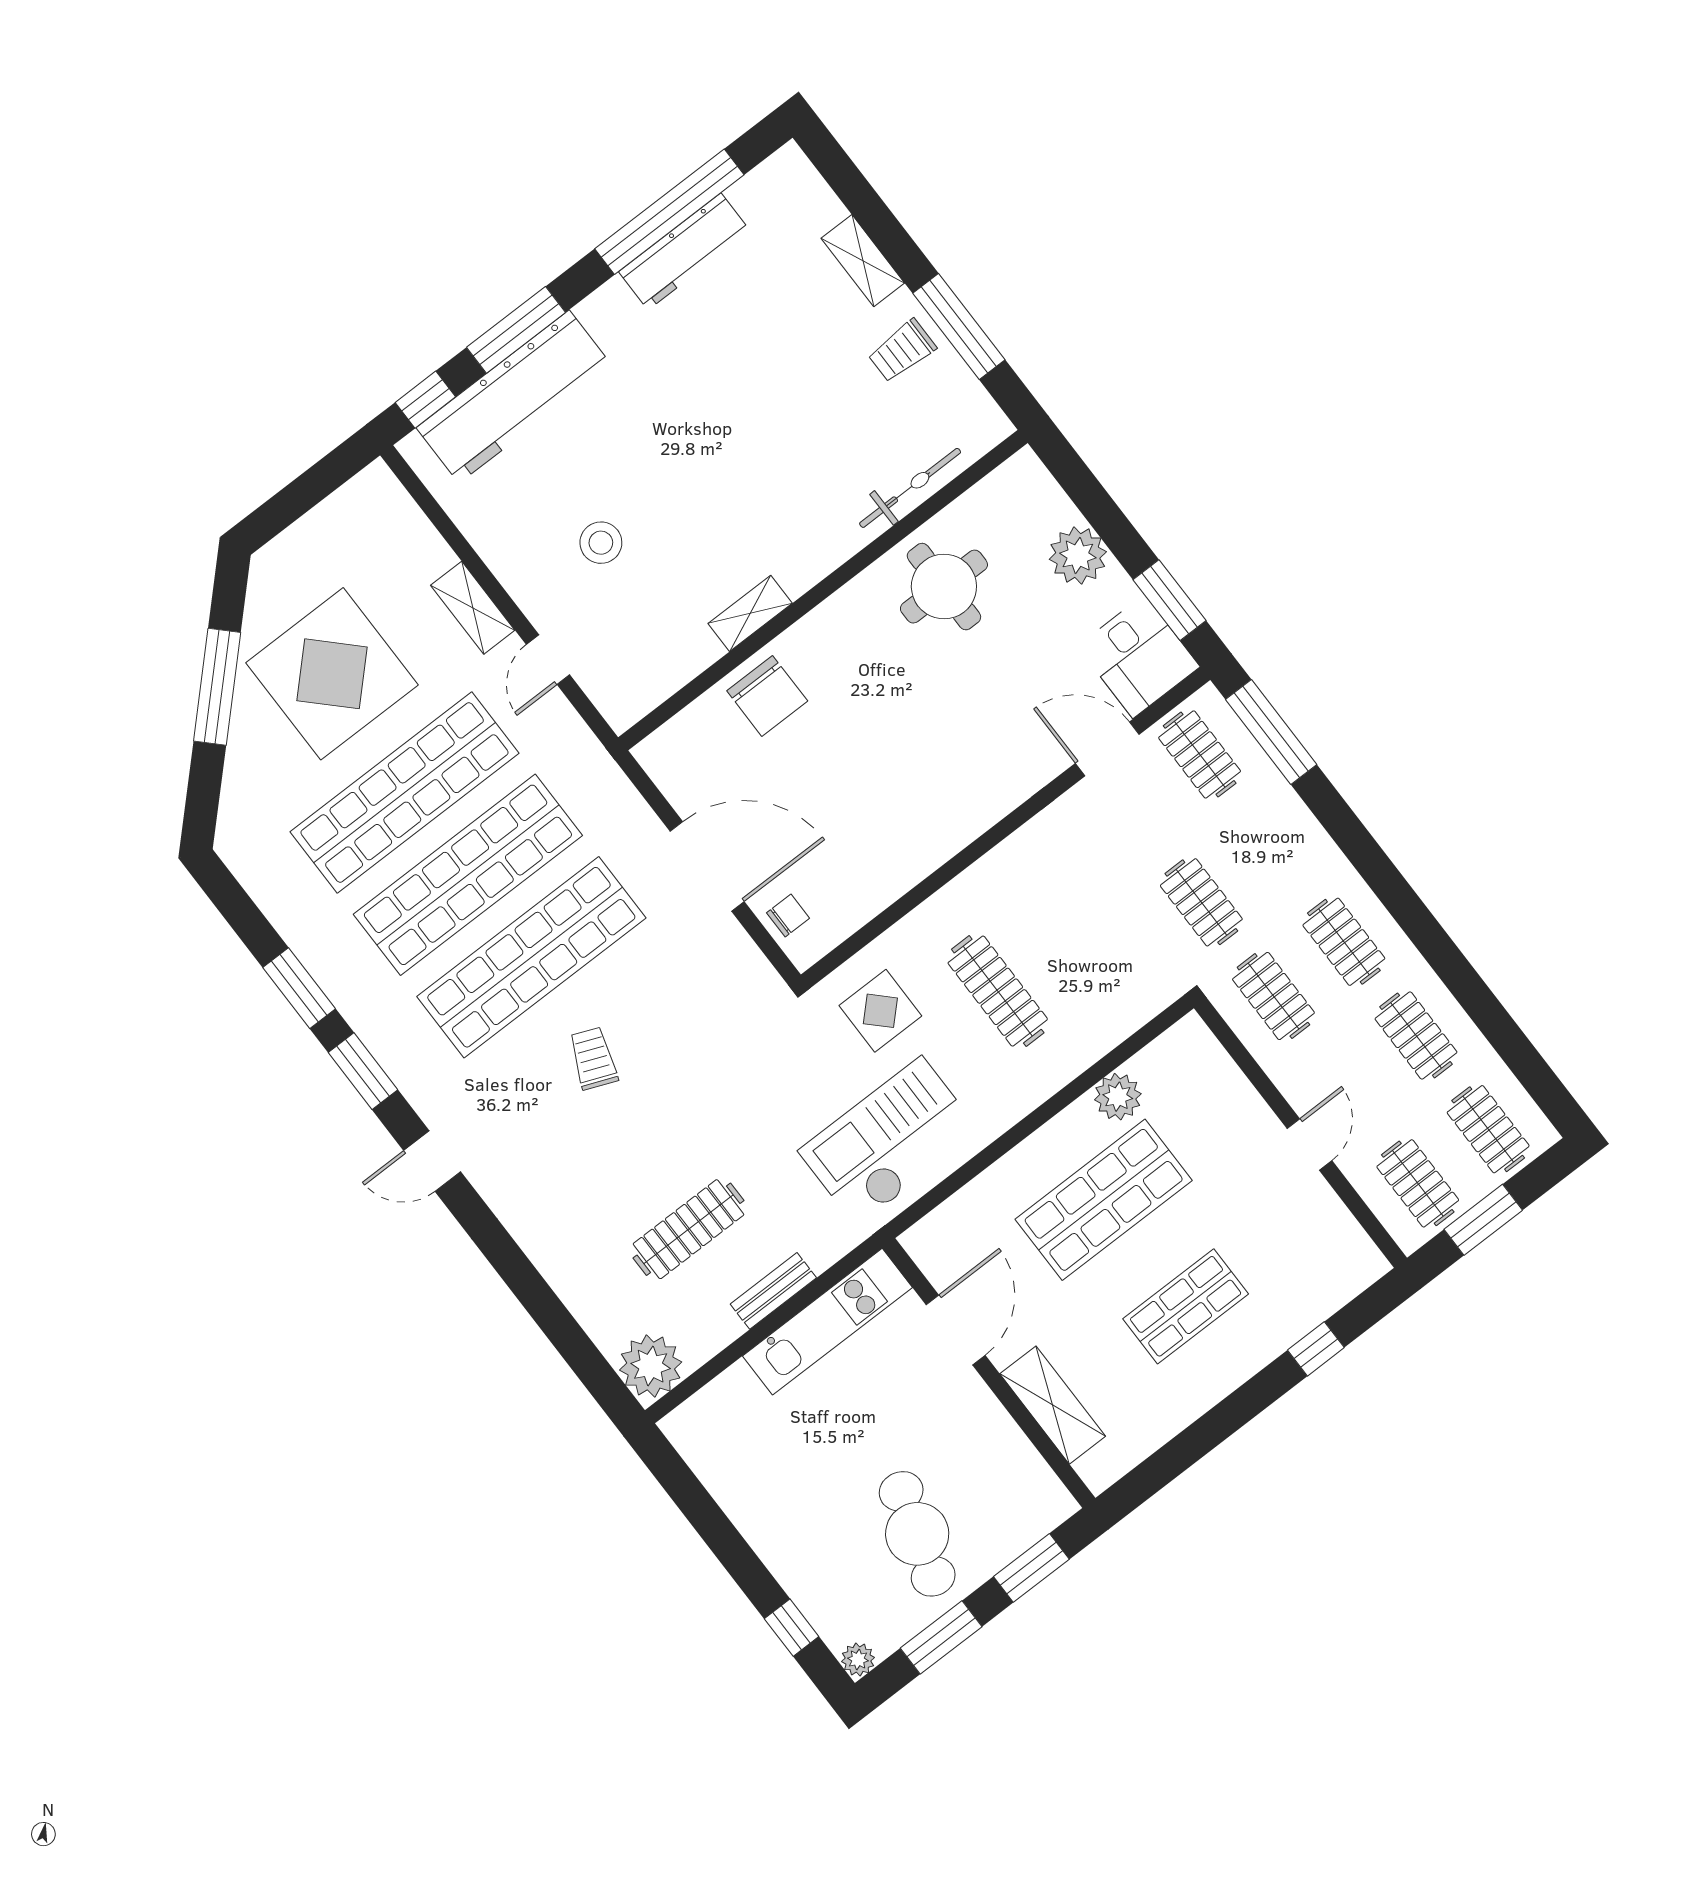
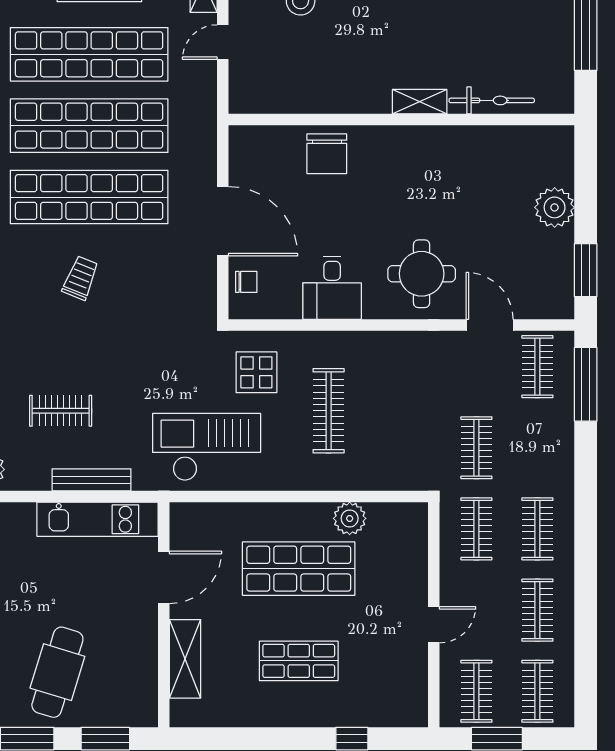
trolley: (902, 351) -> (545, 22), removed
round table: (944, 587) -> (422, 274), moved
shelving: (750, 613) -> (420, 102), moved
desk: (1139, 657) -> (332, 288), moved
clothes rail: (688, 1229) -> (61, 411), width x0.73
bench: (773, 1291) -> (92, 480), width x1.36

